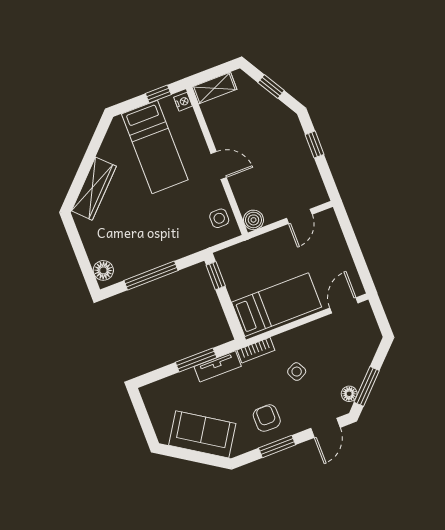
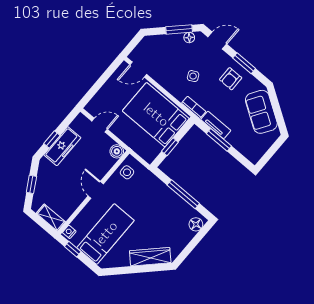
freezer: (299, 153) -> (62, 146), added
window: (216, 276) -> (170, 147), moved
bed: (277, 305) -> (156, 115), width x1.50

